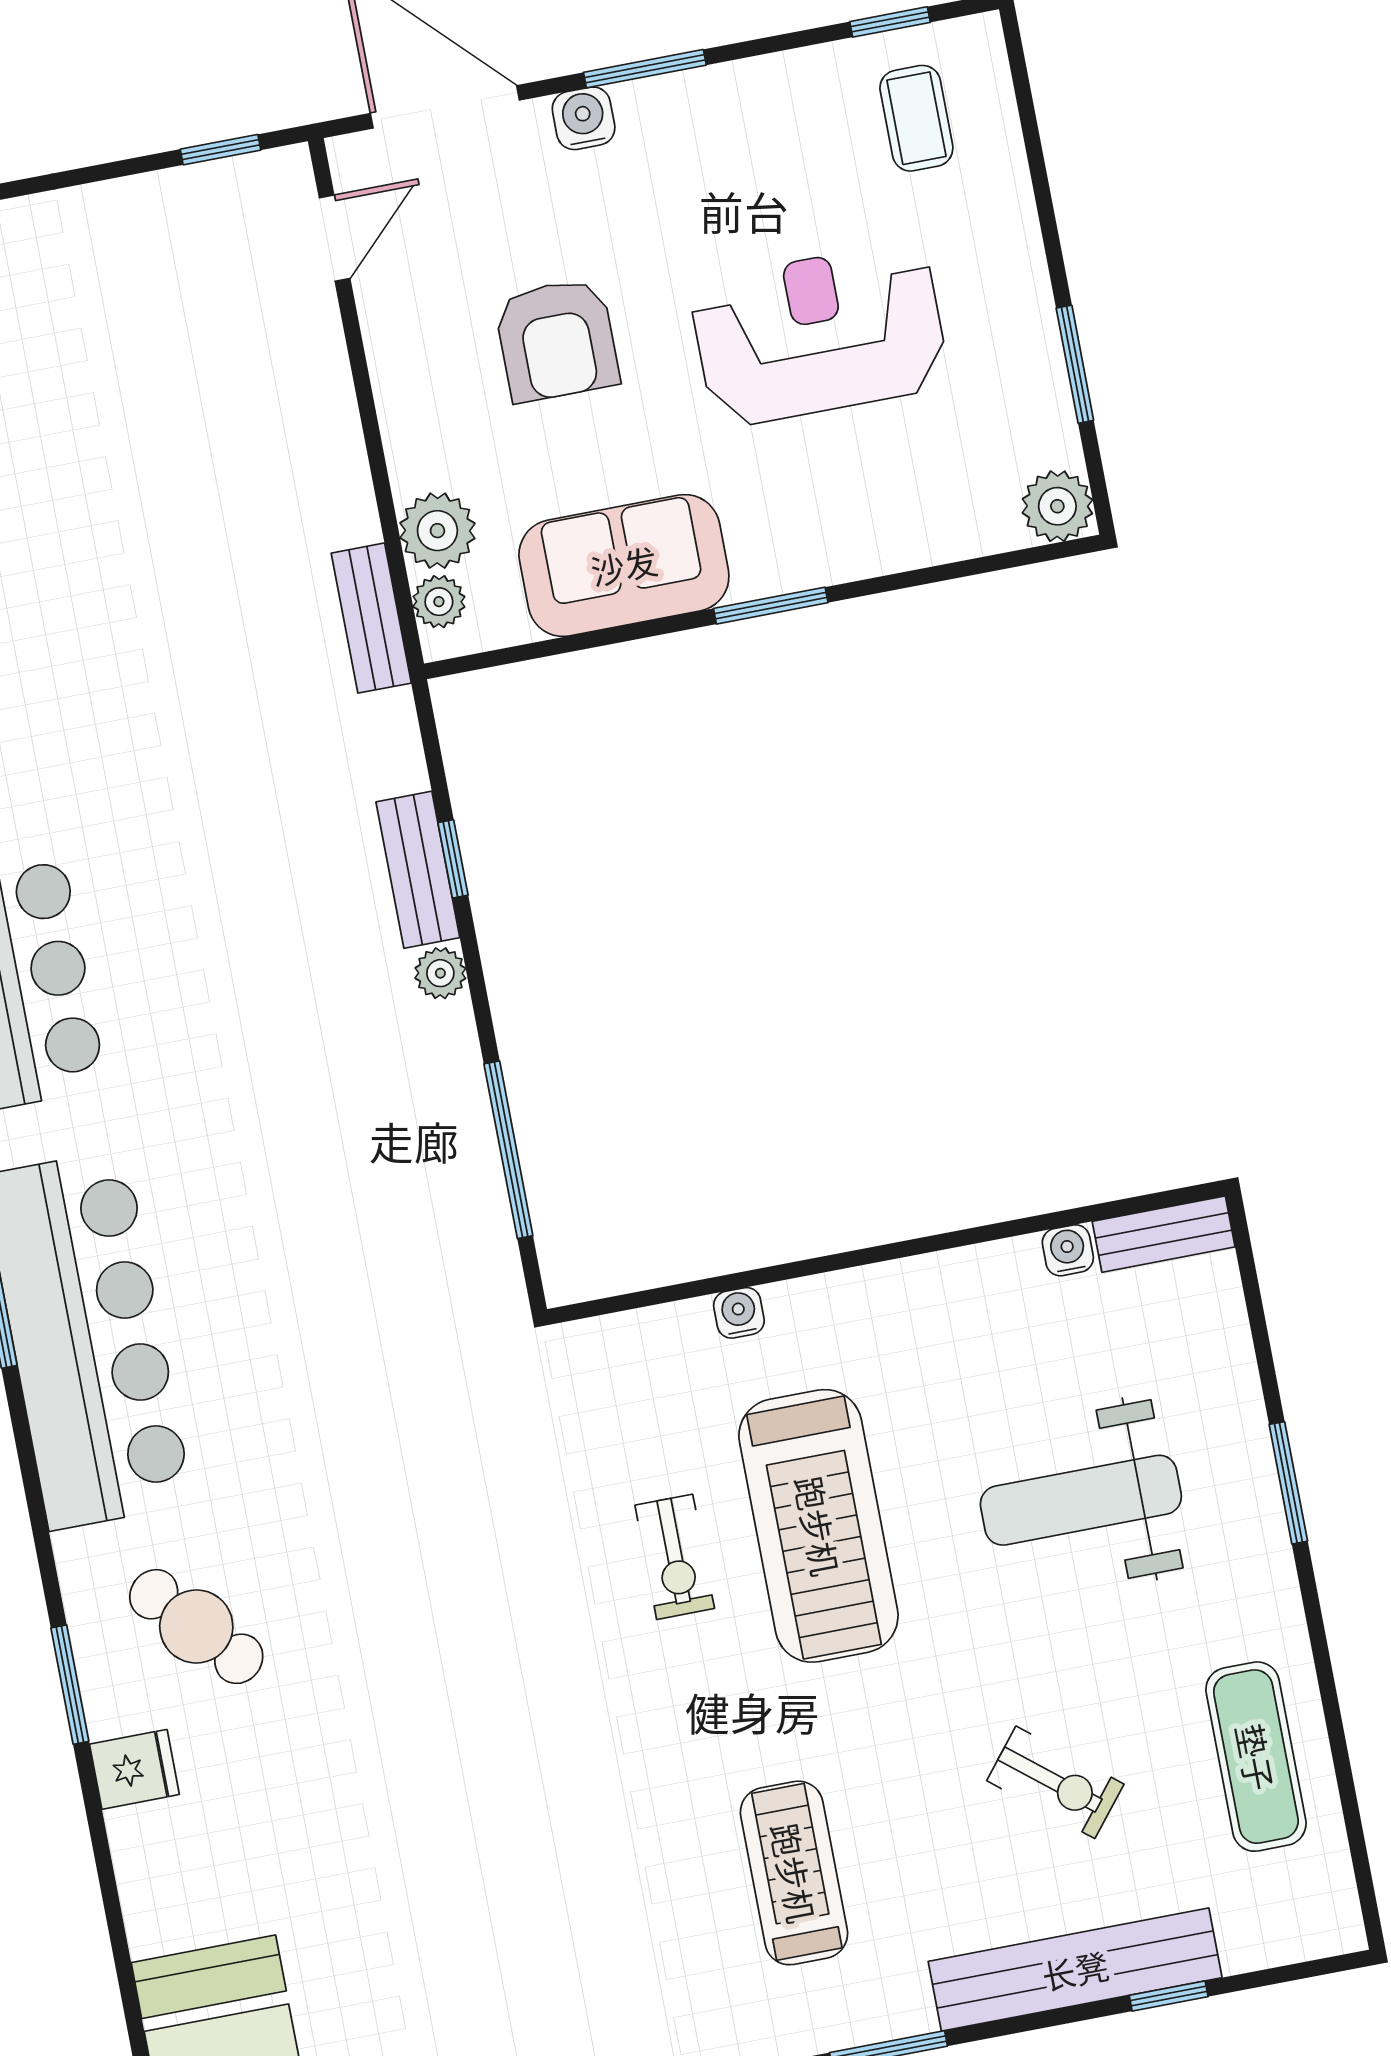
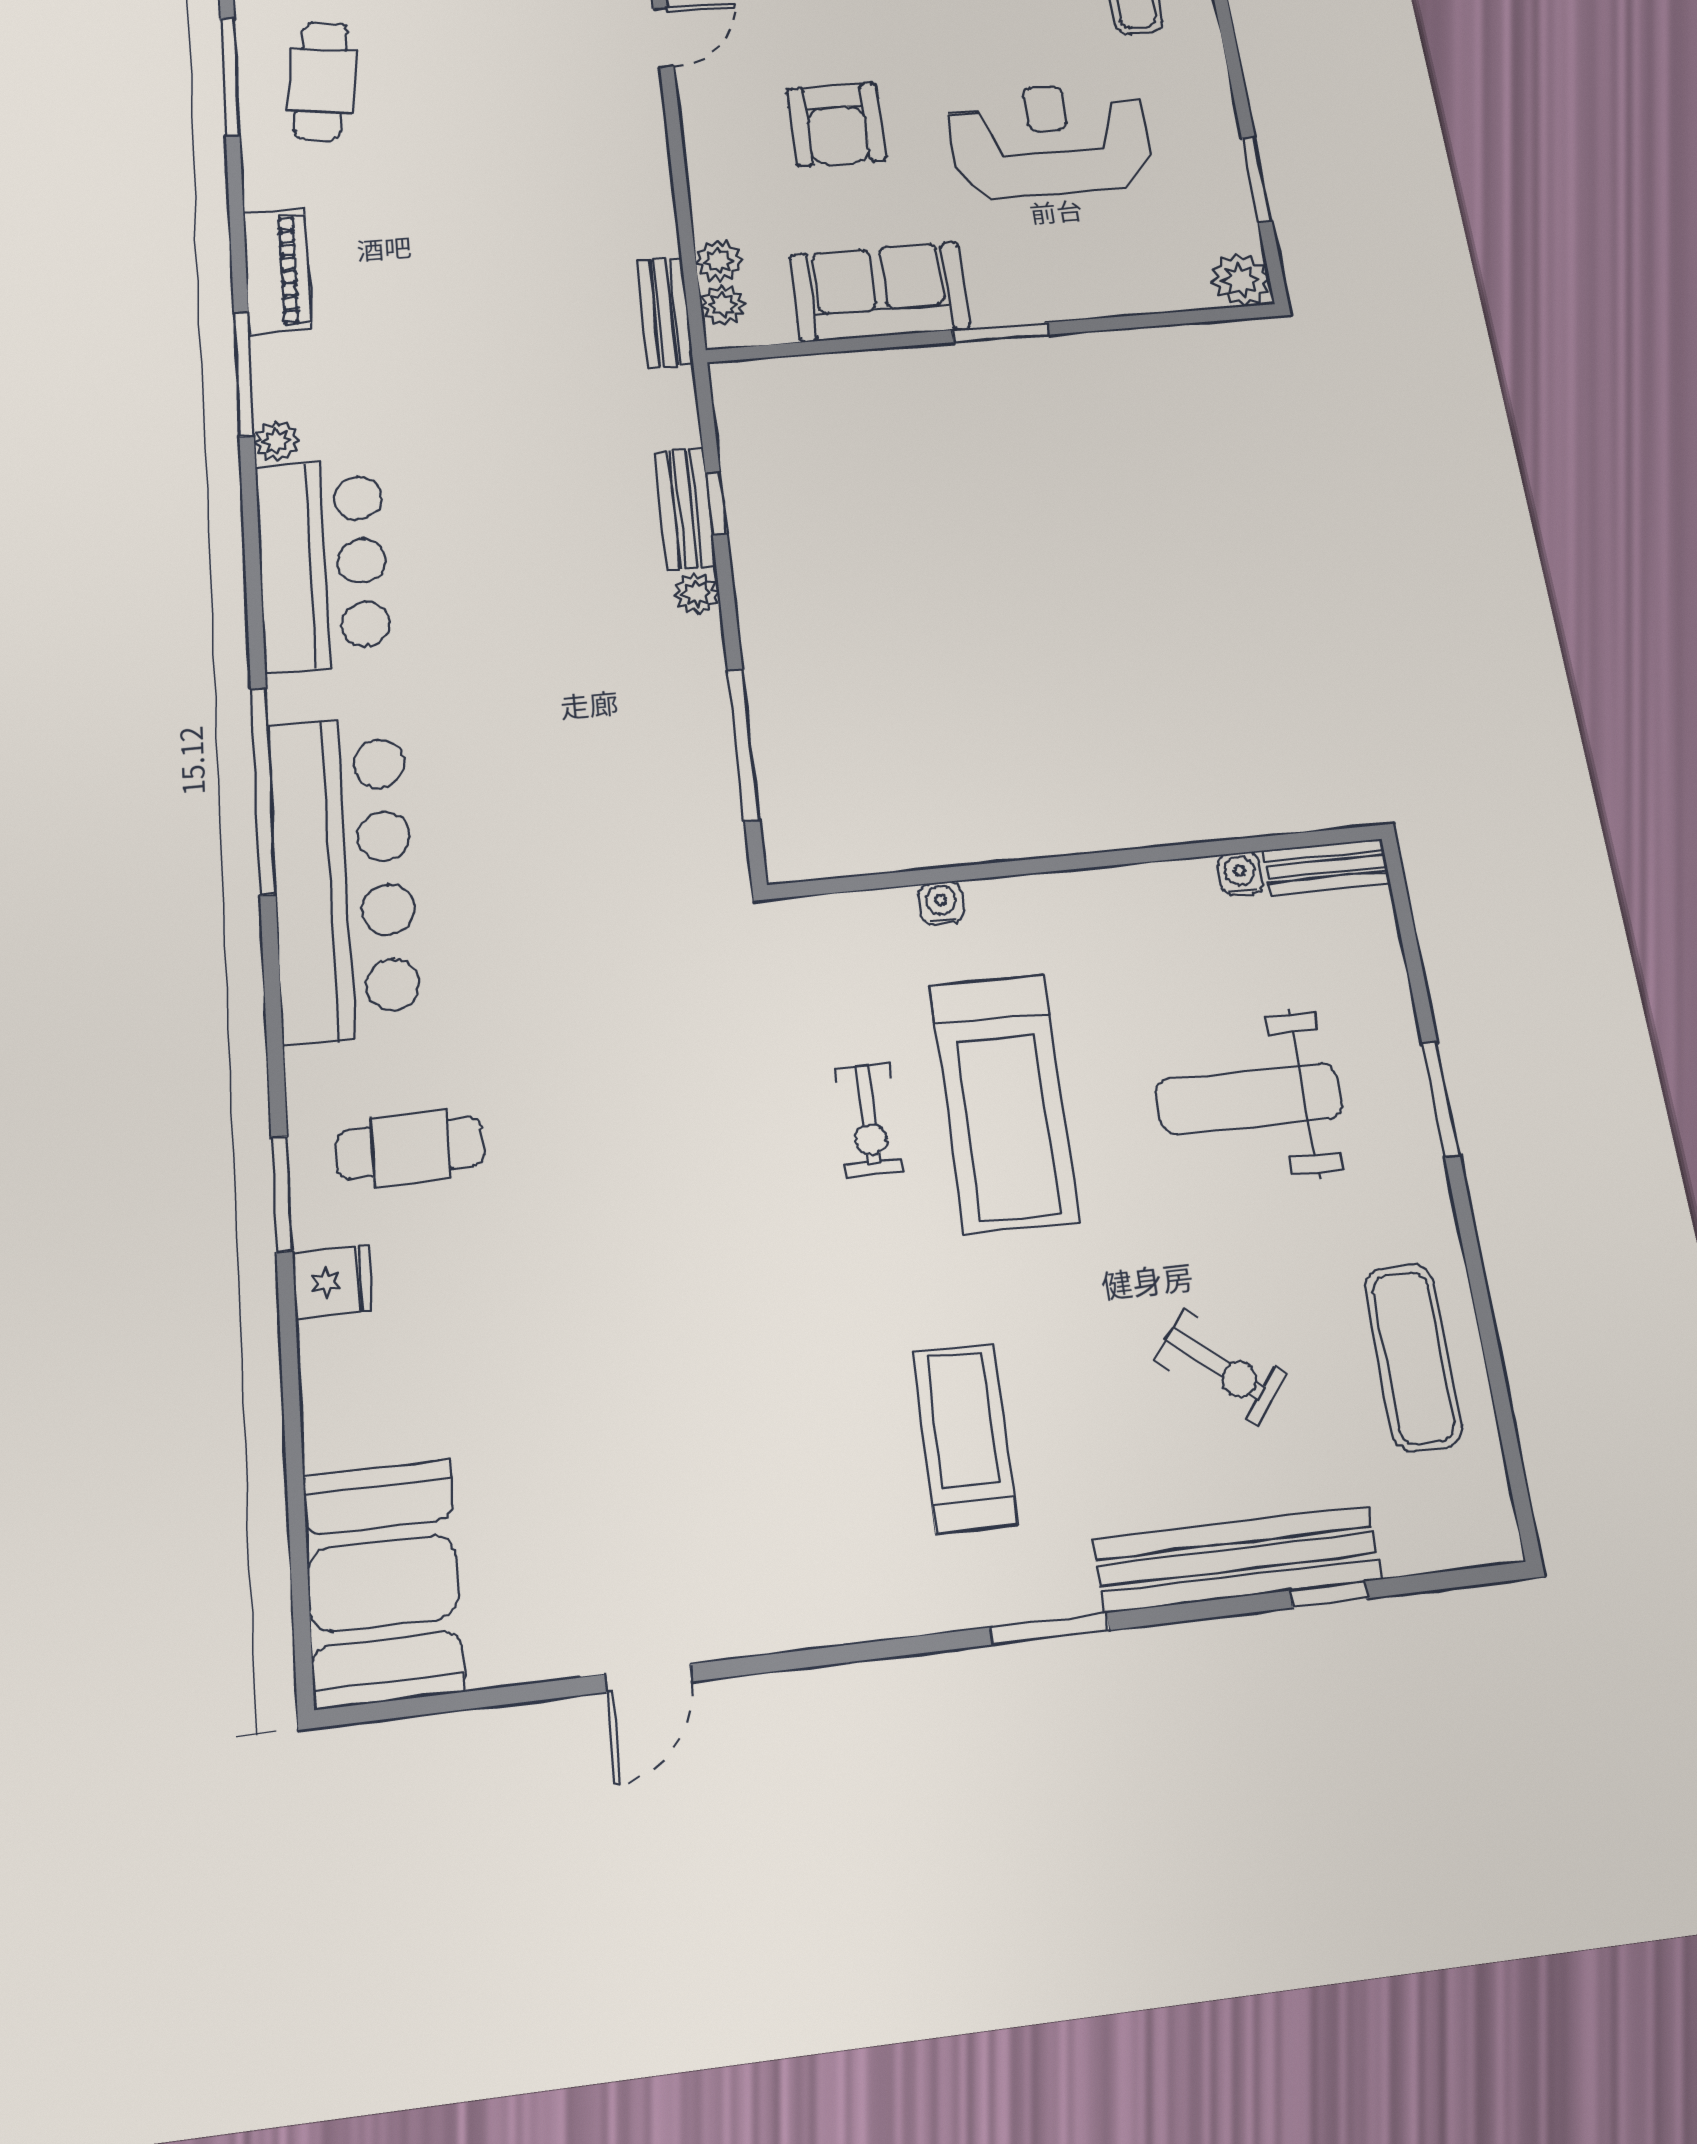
plant: (437, 531) -> (719, 261), width x0.73, depth x0.73
cafe table: (196, 1627) -> (410, 1148), turned -48

